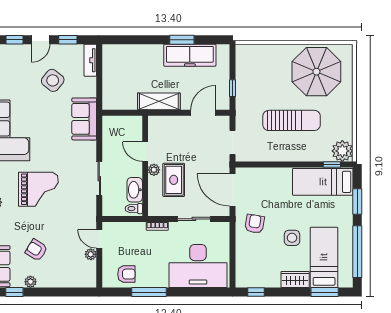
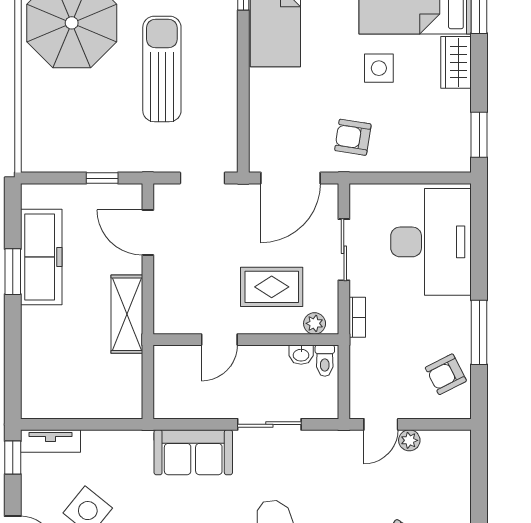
window: (68, 40) -> (13, 458), moved
sofa: (84, 119) -> (193, 452), moved
plant: (154, 170) -> (315, 323), moved
washbasin: (135, 190) -> (301, 355), width x0.52, depth x0.69
armchair: (126, 274) -> (446, 374), turned -117
window: (256, 292) -> (479, 135), width x1.50

